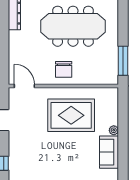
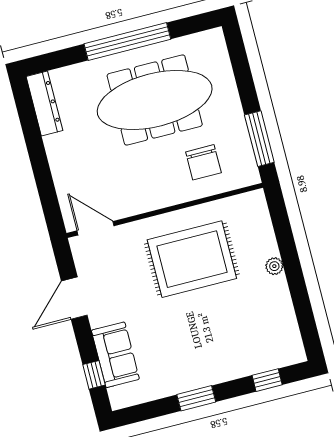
chair: (64, 69) -> (203, 162), moved
sofa: (109, 152) -> (115, 355), moved, turned 180

